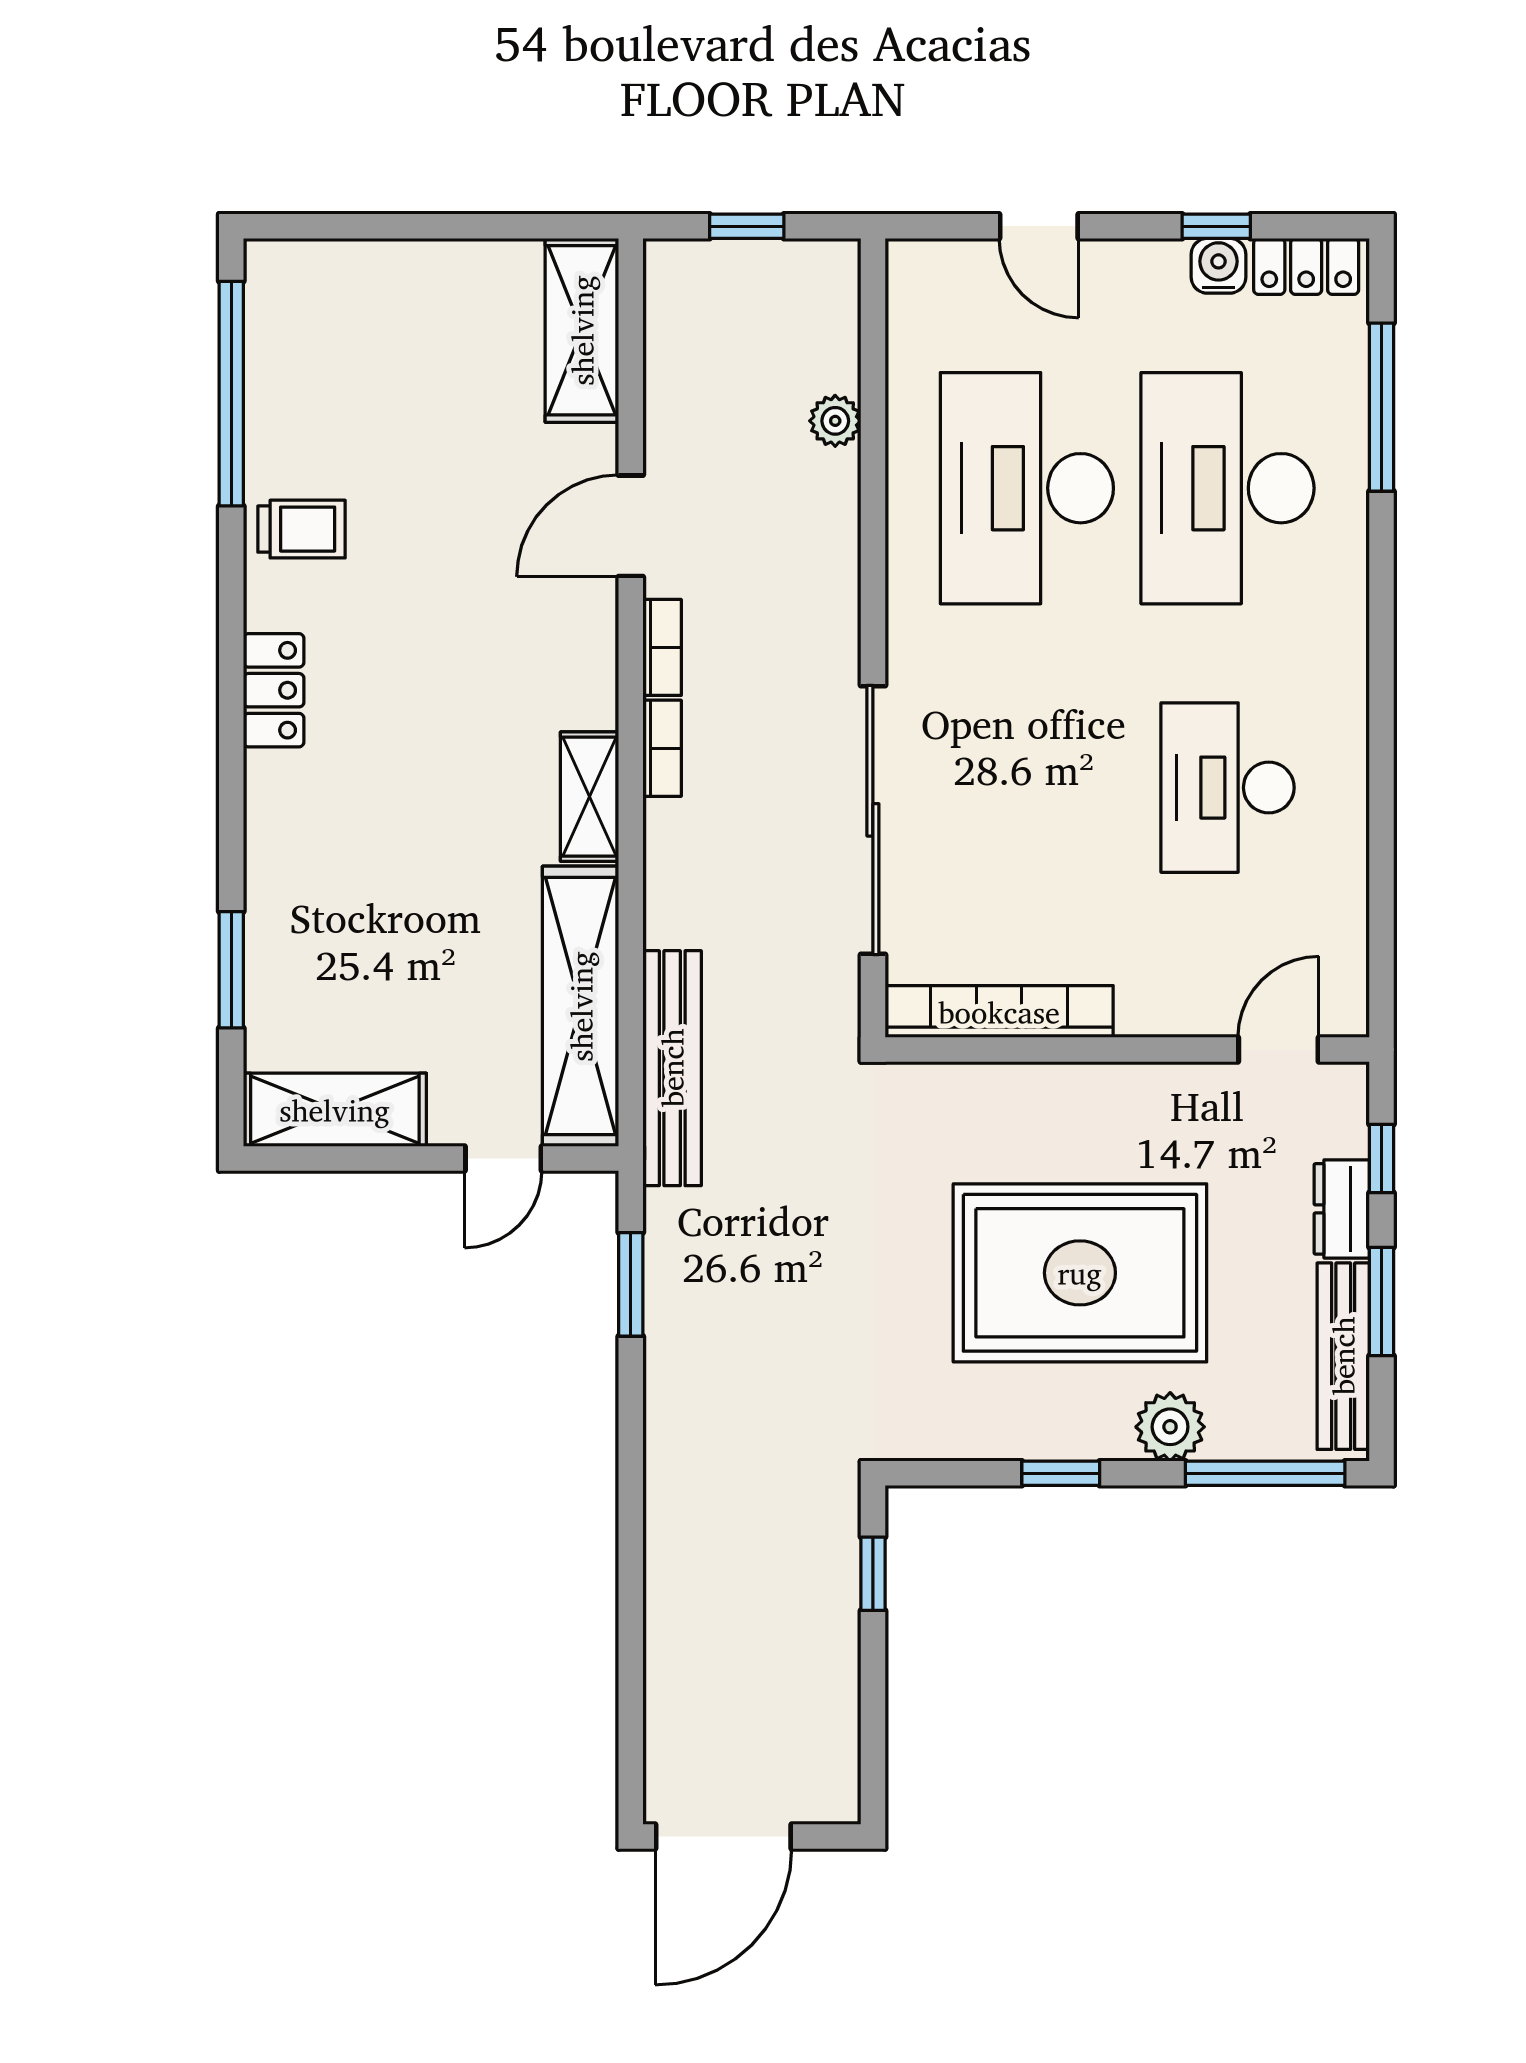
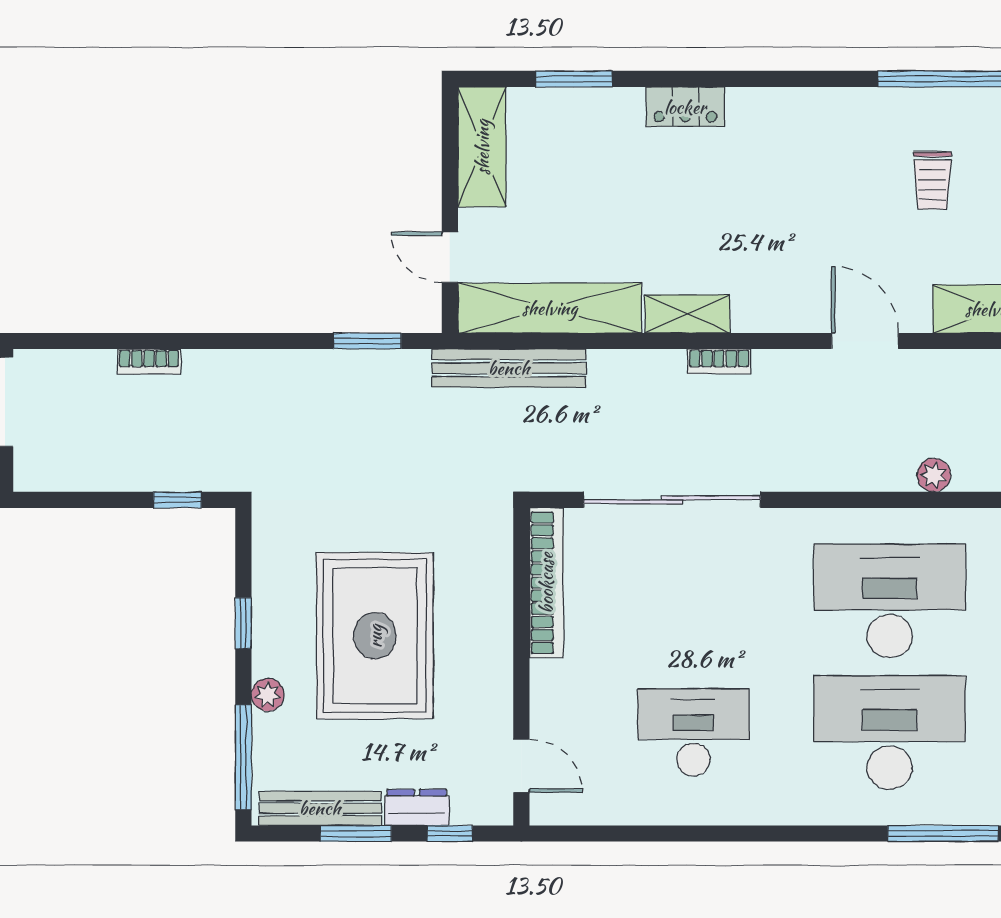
trolley: (302, 529) -> (932, 181), moved
bookcase: (662, 647) -> (149, 362), moved
locker: (274, 690) -> (685, 107), moved
plant: (1170, 1427) -> (268, 695), width x0.73, depth x0.73

